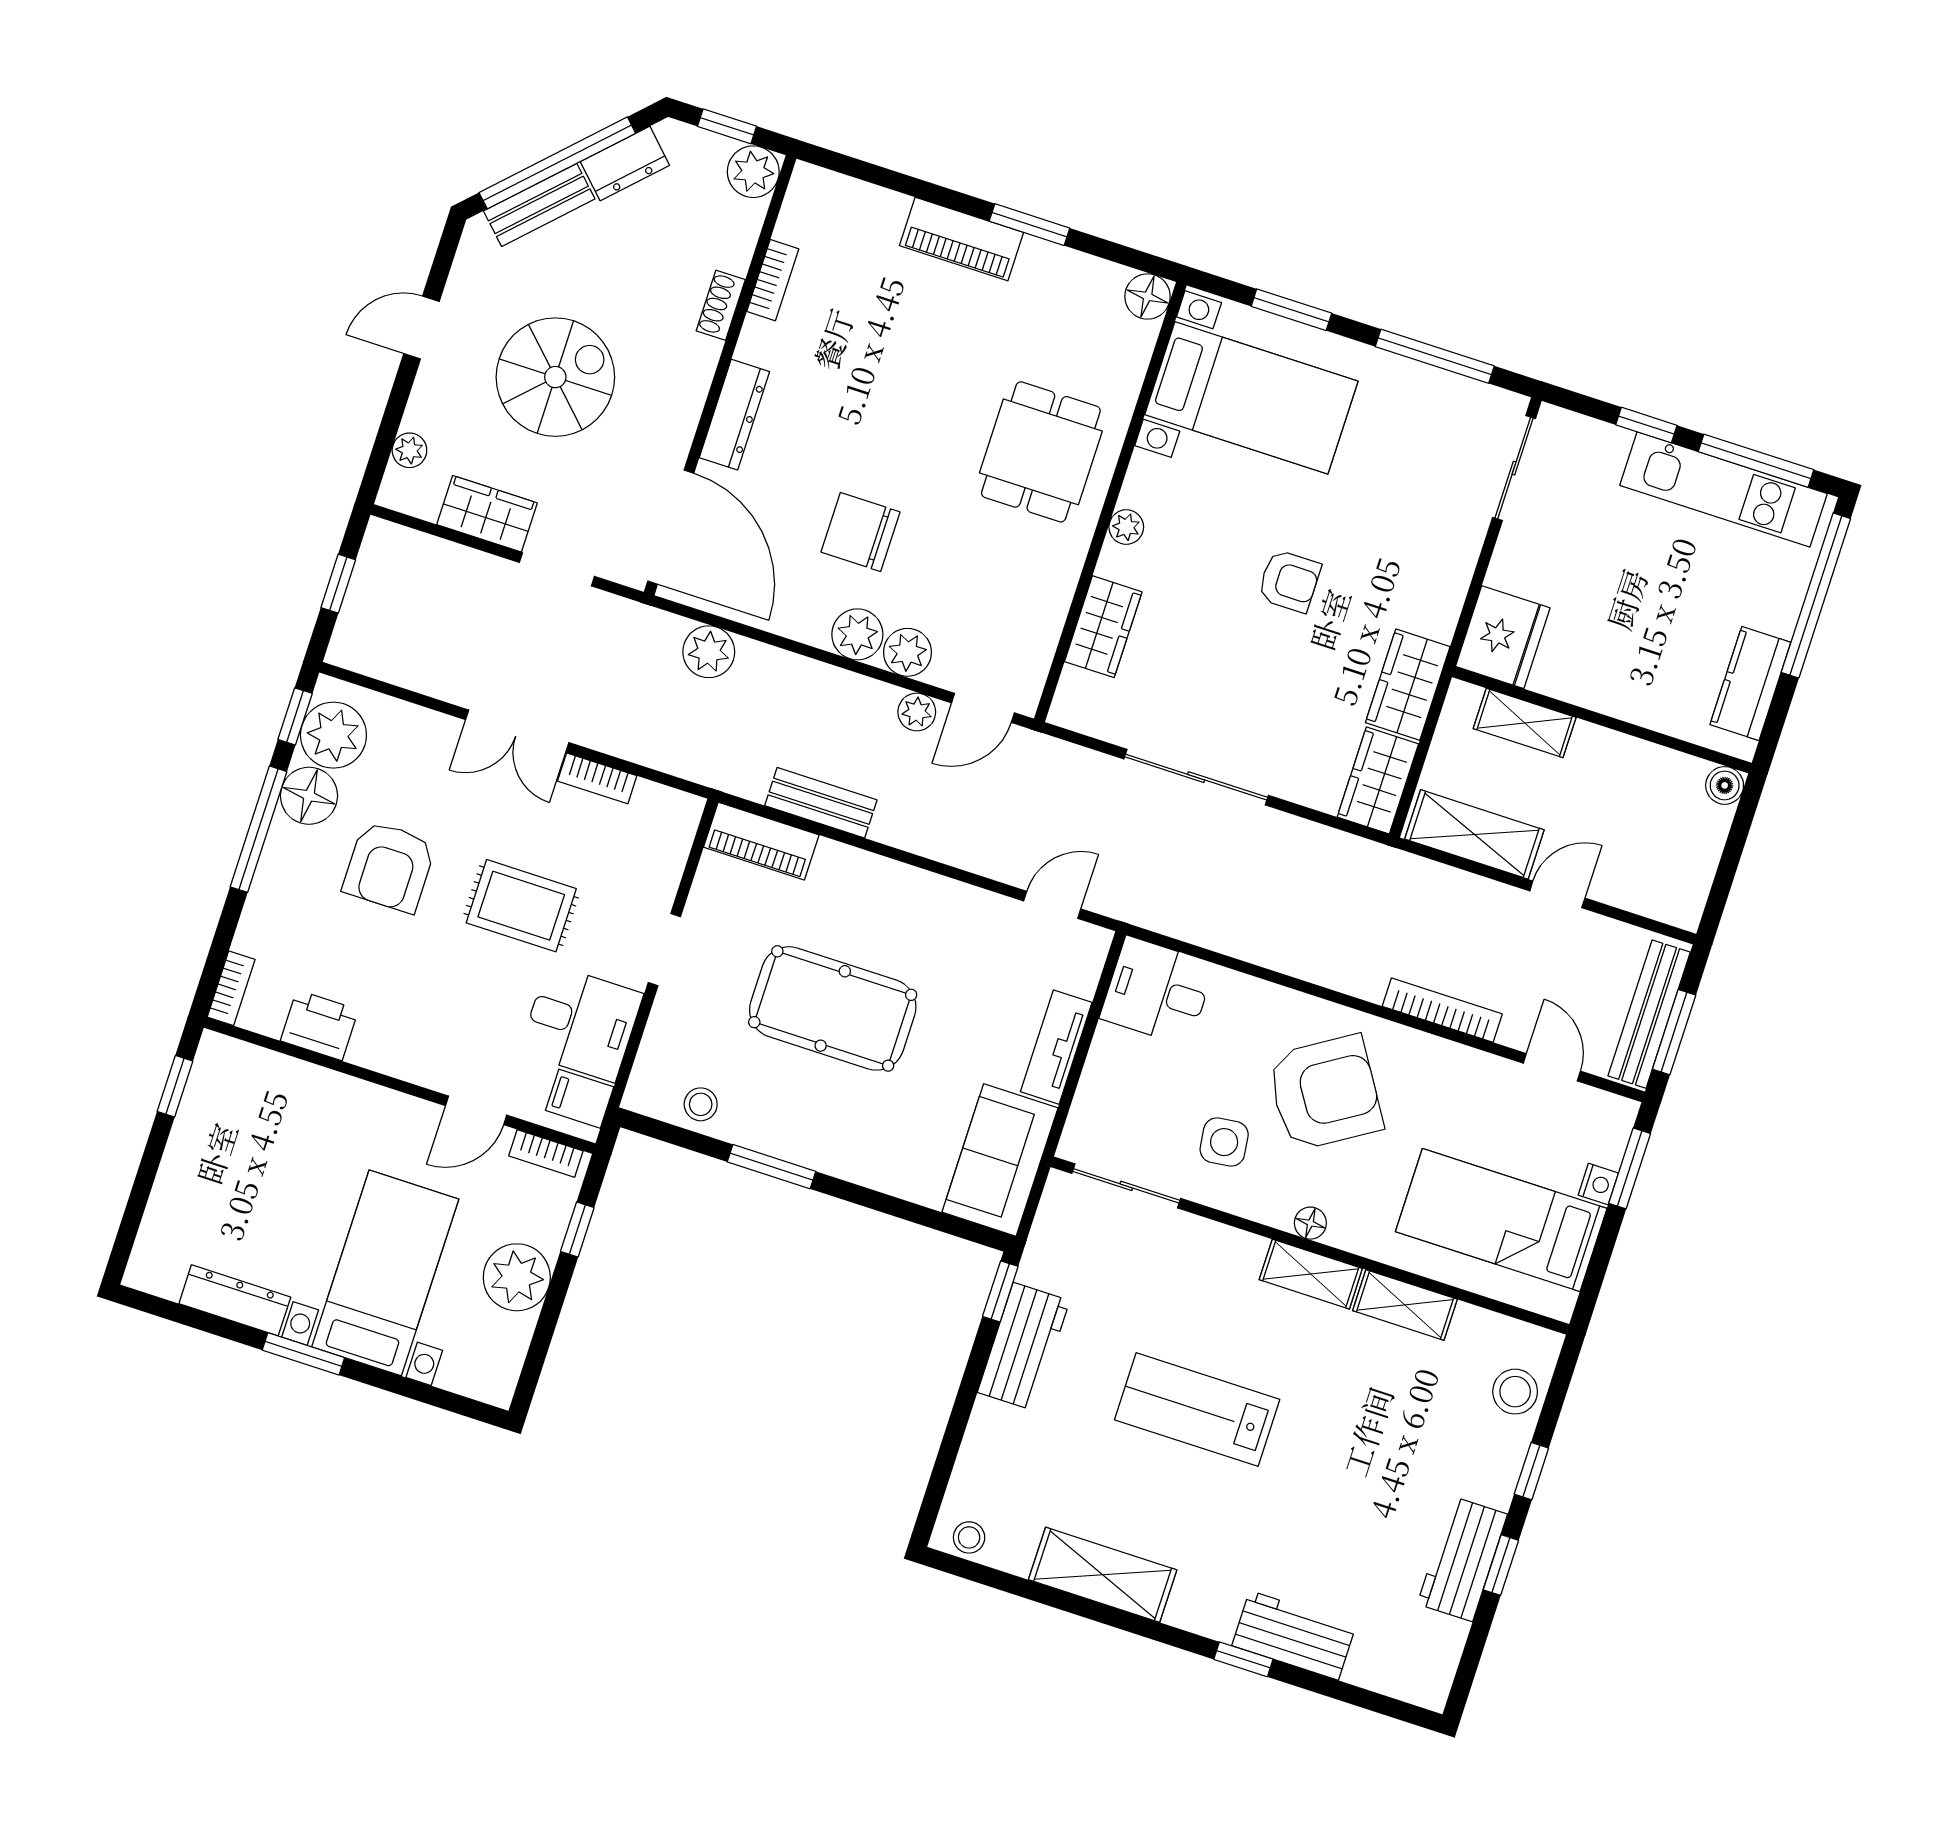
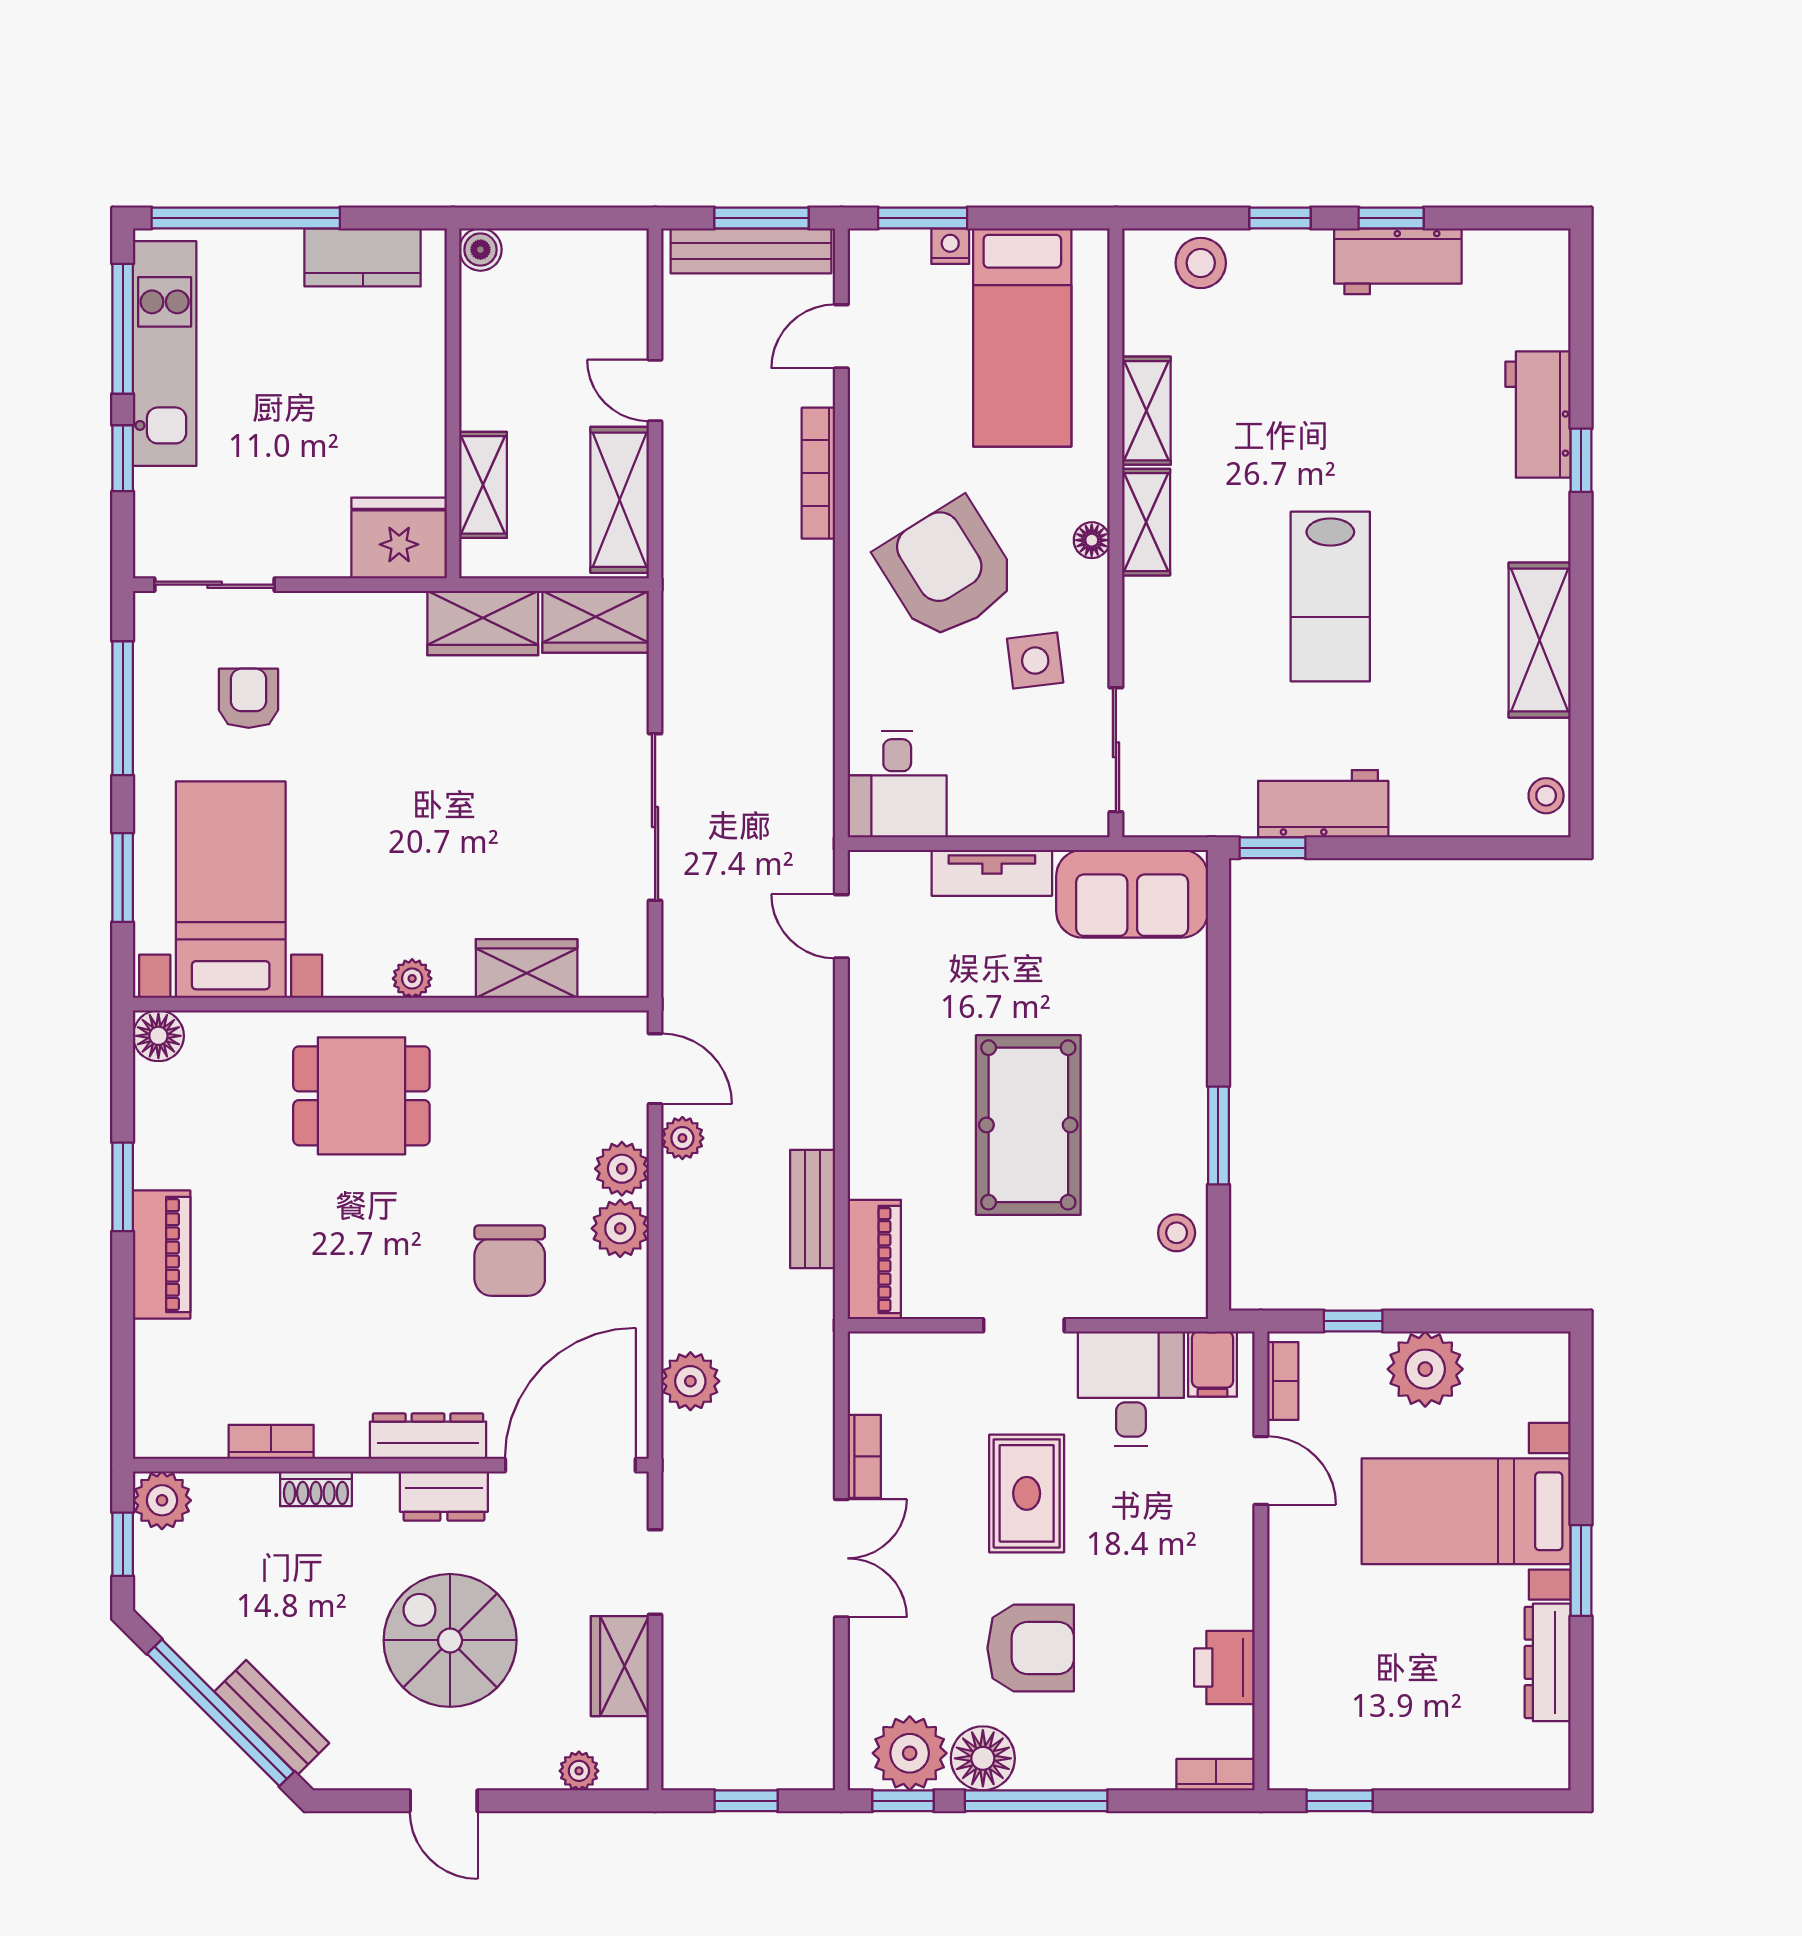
dresser: (625, 163) -> (444, 1496), moved, turned 135
armchair: (1289, 581) -> (249, 698), moved

